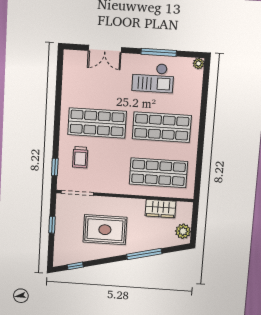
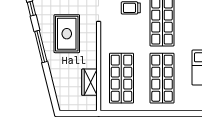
plant: (183, 231) -> (70, 104), removed
window: (144, 254) -> (41, 47), moved

